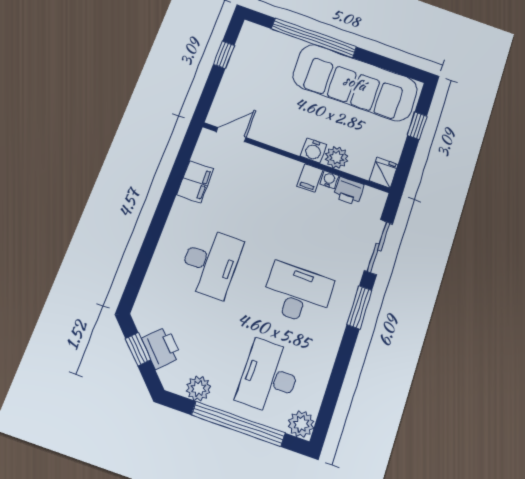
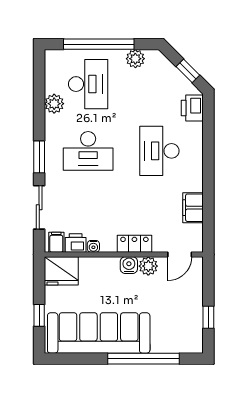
water cooler: (314, 150) -> (129, 265), moved
plant: (337, 157) -> (148, 266), moved
locker: (280, 165) -> (134, 244), added
fridge: (384, 173) -> (61, 271), width x1.88, depth x1.34
filing cabinet: (310, 178) -> (56, 242), moved
printer: (161, 348) -> (192, 108), moved, turned 45
plant: (301, 424) -> (54, 104), moved

